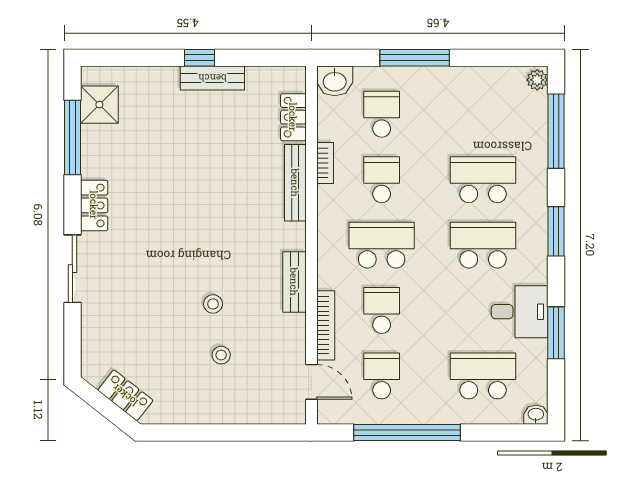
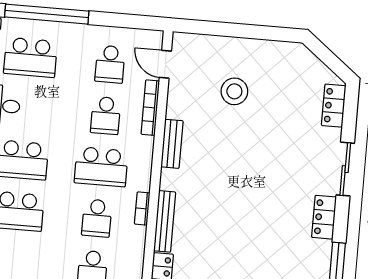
bookcase: (325, 163) -> (142, 209), moved
stool: (213, 304) -> (237, 132), removed
stool: (221, 355) -> (234, 91), width x1.89, depth x1.89
locker: (125, 395) -> (334, 106), moved, turned 52
window: (407, 432) -> (47, 14), moved

